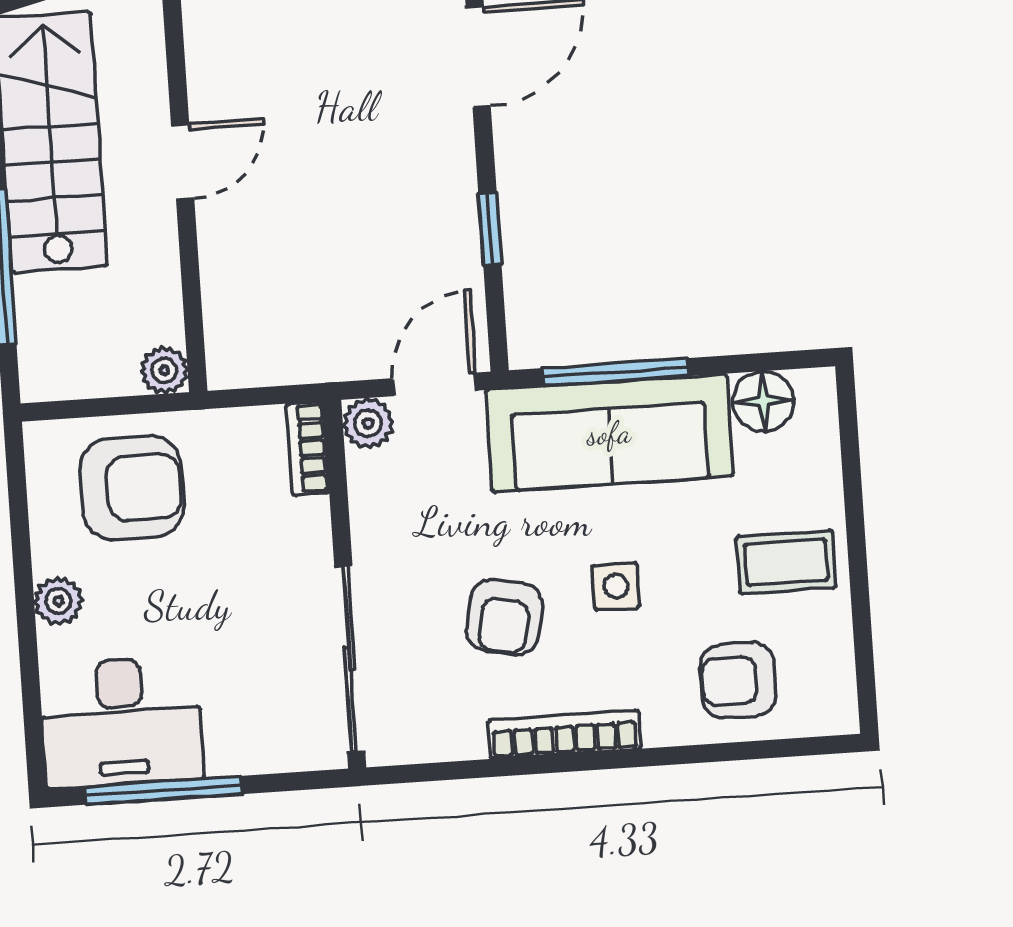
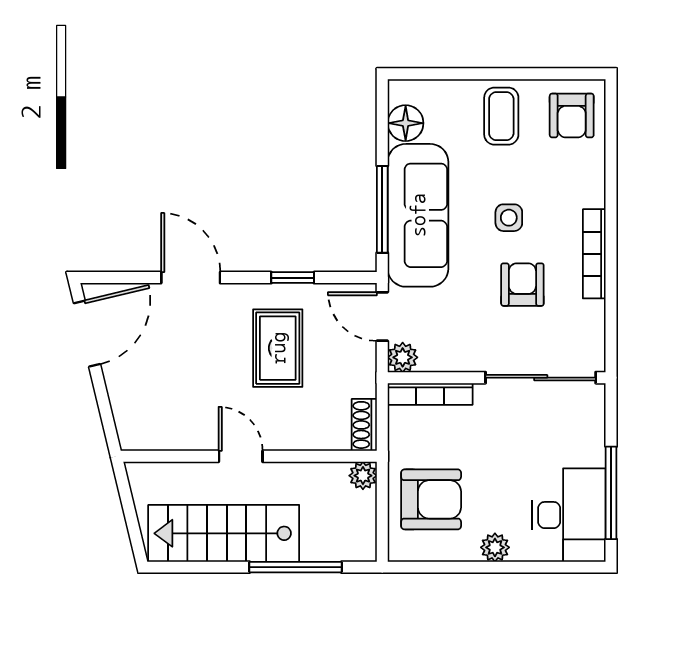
rug: (369, 212) -> (278, 348), added
shoe rack: (250, 367) -> (364, 425), added
bookcase: (308, 448) -> (430, 394), width x1.56
armchair: (132, 488) -> (431, 499), turned 90
armchair: (505, 617) -> (522, 285), turned -100
armchair: (738, 680) -> (572, 115), moved

